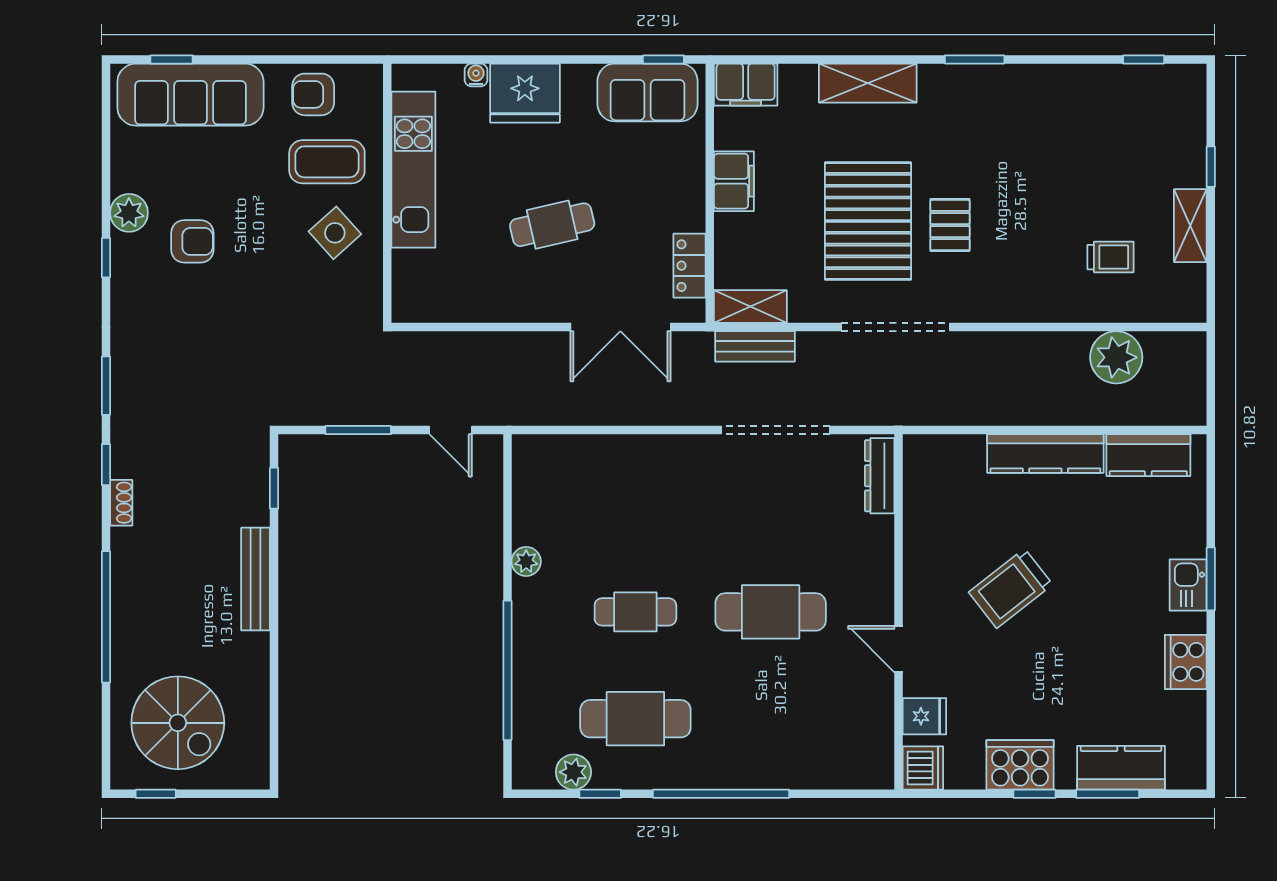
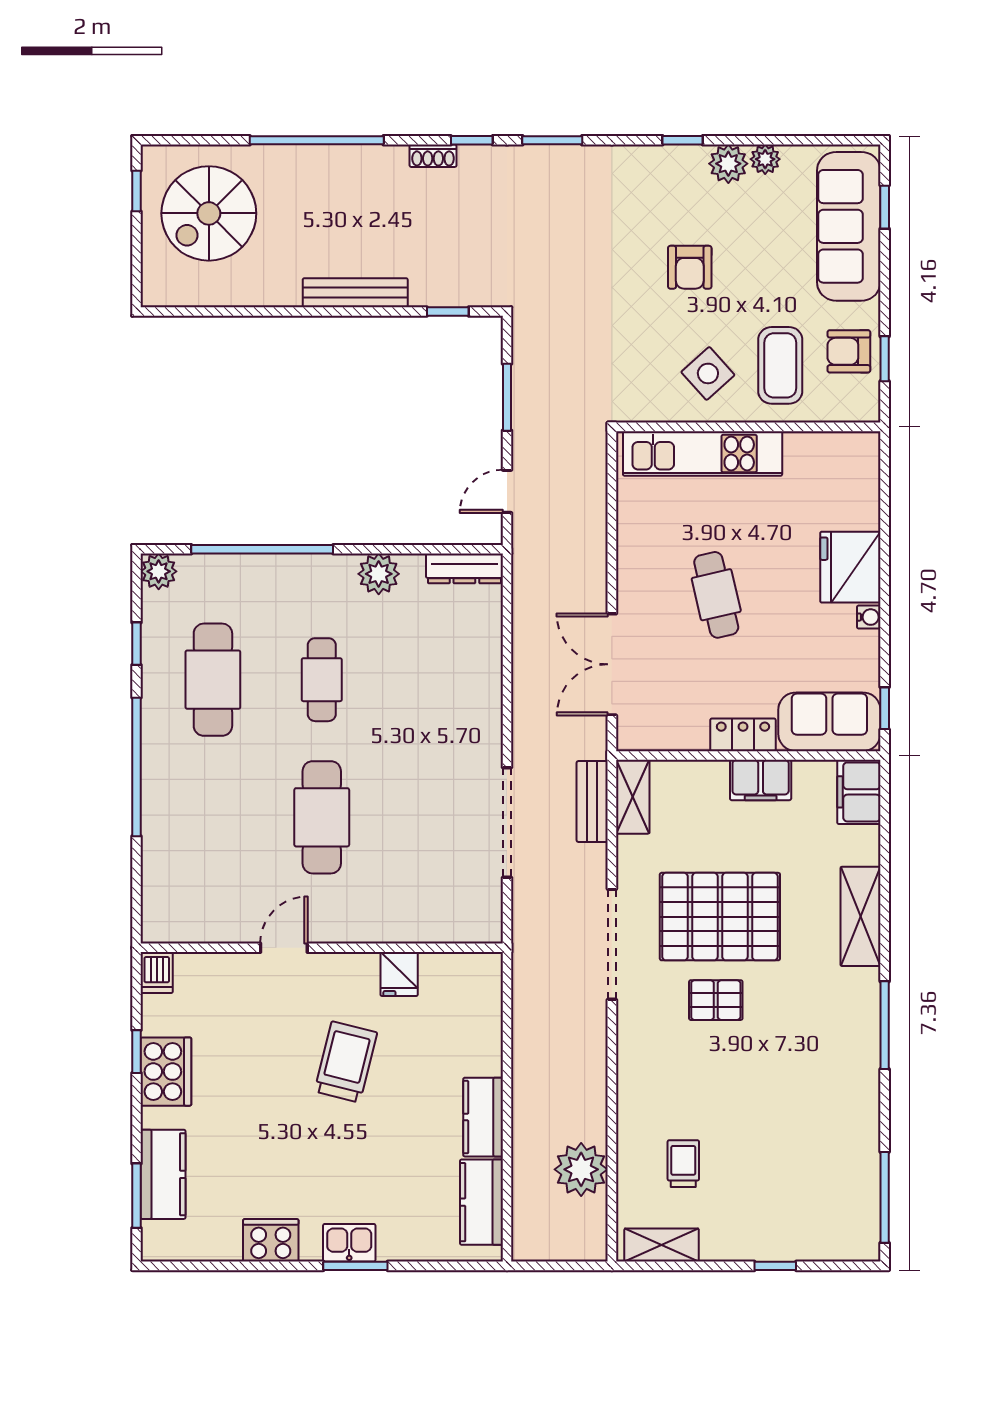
window: (320, 59) -> (885, 359), added
window: (975, 59) -> (885, 1025), width x1.44
window: (1144, 59) -> (885, 1197), width x2.17
water cooler: (476, 75) -> (869, 617), moved
sofa: (648, 92) -> (829, 722), moved, turned 90
armchair: (313, 94) -> (849, 351), turned -90
kitchen unit: (413, 170) -> (703, 453), moved
plant: (125, 177) -> (765, 159), added
shelving: (1190, 226) -> (662, 1245), moved
armchair: (192, 241) -> (690, 267), moved
trolley: (1111, 257) -> (683, 1164), turned 180
locker: (690, 266) -> (743, 735), moved
kitchen counter: (1045, 454) -> (483, 1117), width x0.67
dresser: (880, 476) -> (464, 568), moved, turned 180
plant: (526, 561) -> (379, 574), width x1.38, depth x1.38
trolley: (1011, 588) -> (346, 1062), turned 52
fridge: (924, 716) -> (399, 974), moved
dishwasher: (923, 768) -> (157, 973), width x0.73
plant: (573, 772) -> (159, 571), moved
window: (1035, 794) -> (136, 1052), moved
window: (1108, 794) -> (136, 1196), moved

